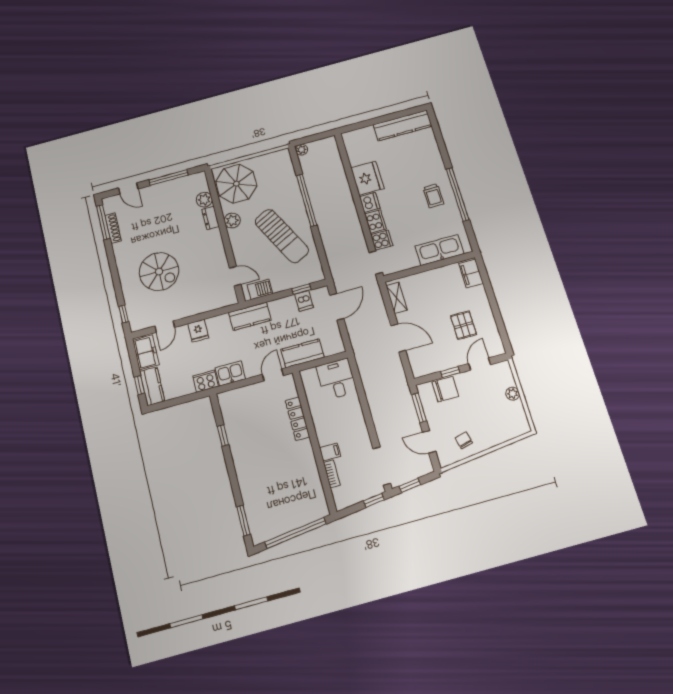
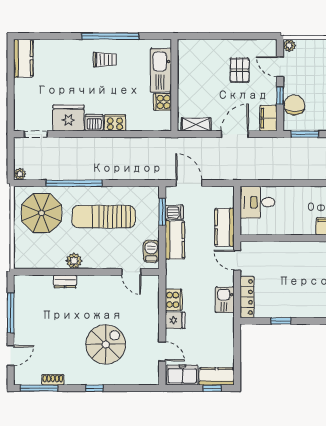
kitchen counter: (403, 125) -> (23, 58), width x0.67
parasol: (236, 184) -> (42, 213), moved
plant: (204, 200) -> (44, 283), removed
shoe rack: (113, 228) -> (53, 380), width x0.70
sun lounger: (282, 236) -> (104, 217), turned -153
cooker: (382, 240) -> (162, 102), moved, turned -90
doorway: (376, 262) -> (36, 134), moved
filing cabinet: (471, 273) -> (268, 118), moved, turned 90
door: (235, 276) -> (131, 272), swing flipped
window: (301, 289) -> (162, 212), width x1.50
window: (124, 314) -> (94, 388), moved
kitchen counter: (250, 316) -> (175, 240), moved
pallet: (463, 325) -> (240, 70), turned 90
cooker: (206, 381) -> (174, 300), moved, turned 180
plant: (513, 394) -> (289, 45), moved
locker: (297, 419) -> (247, 297), moved, turned -90

